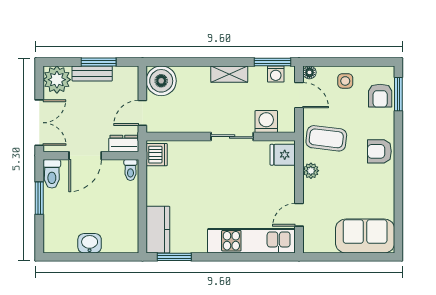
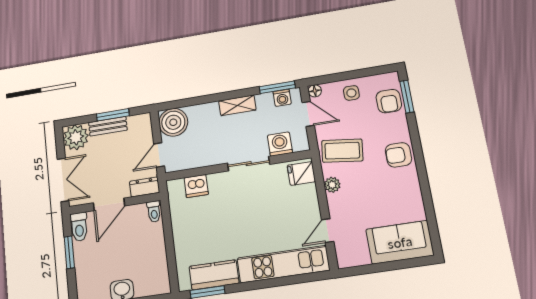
dishwasher: (157, 155) -> (196, 186), moved, turned 90
kitchen counter: (158, 230) -> (214, 275), moved, turned -90

